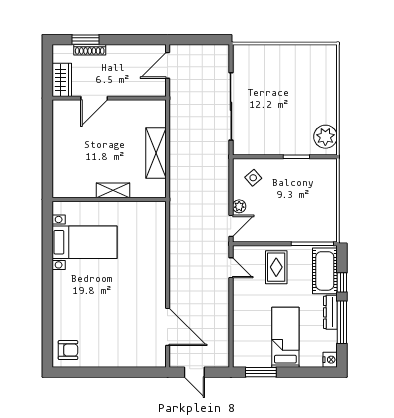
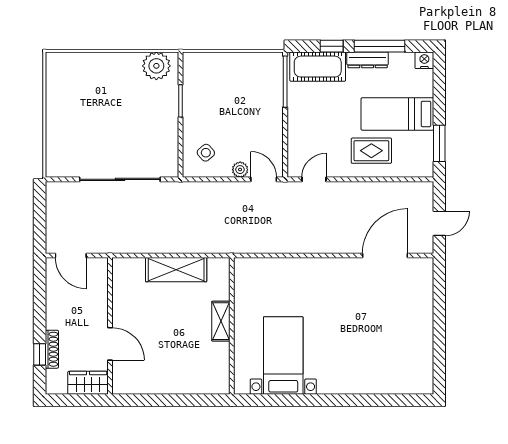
window: (85, 40) -> (40, 354), width x0.67
rug: (276, 267) -> (371, 151), moved
armchair: (68, 350) -> (413, 375), removed

